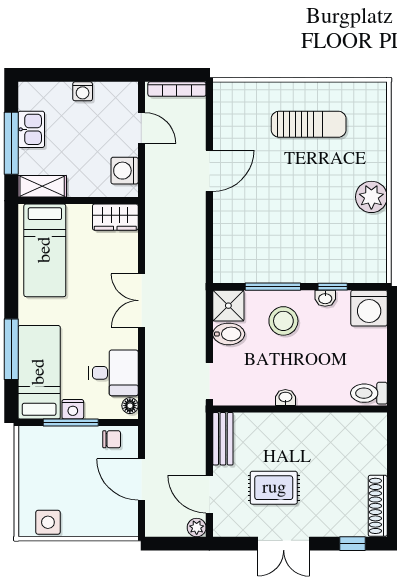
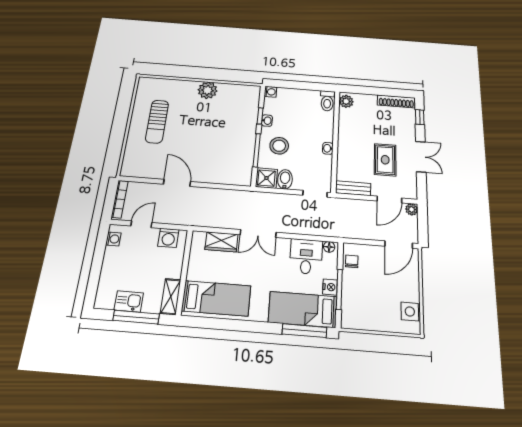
washing machine: (83, 91) -> (113, 239), moved
sun lounger: (309, 124) -> (157, 122), turned 180
wardrobe: (115, 217) -> (222, 242), moved, turned 90
washing machine: (369, 308) -> (270, 92), width x0.53, depth x0.53
window: (11, 349) -> (304, 331), moved
plant: (371, 424) -> (346, 101), added
door: (141, 479) -> (399, 245), moved

